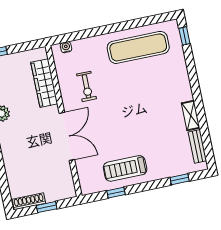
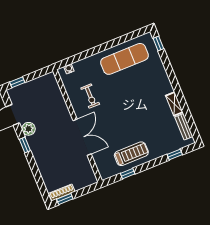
wardrobe: (44, 83) -> (57, 99), removed
treadmill: (125, 168) -> (131, 154), turned 180
window: (47, 207) -> (65, 199), moved

